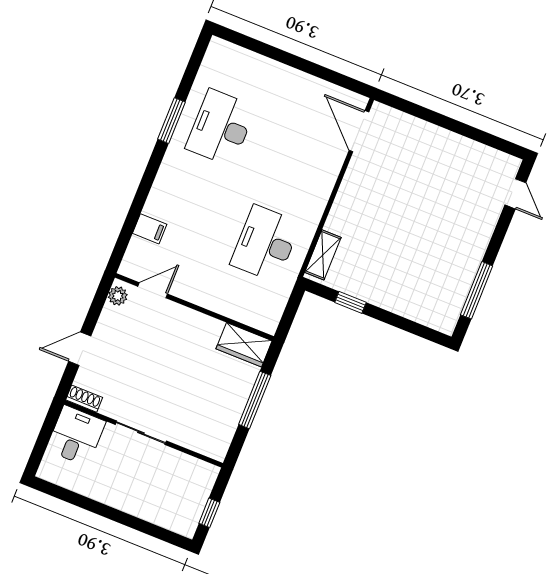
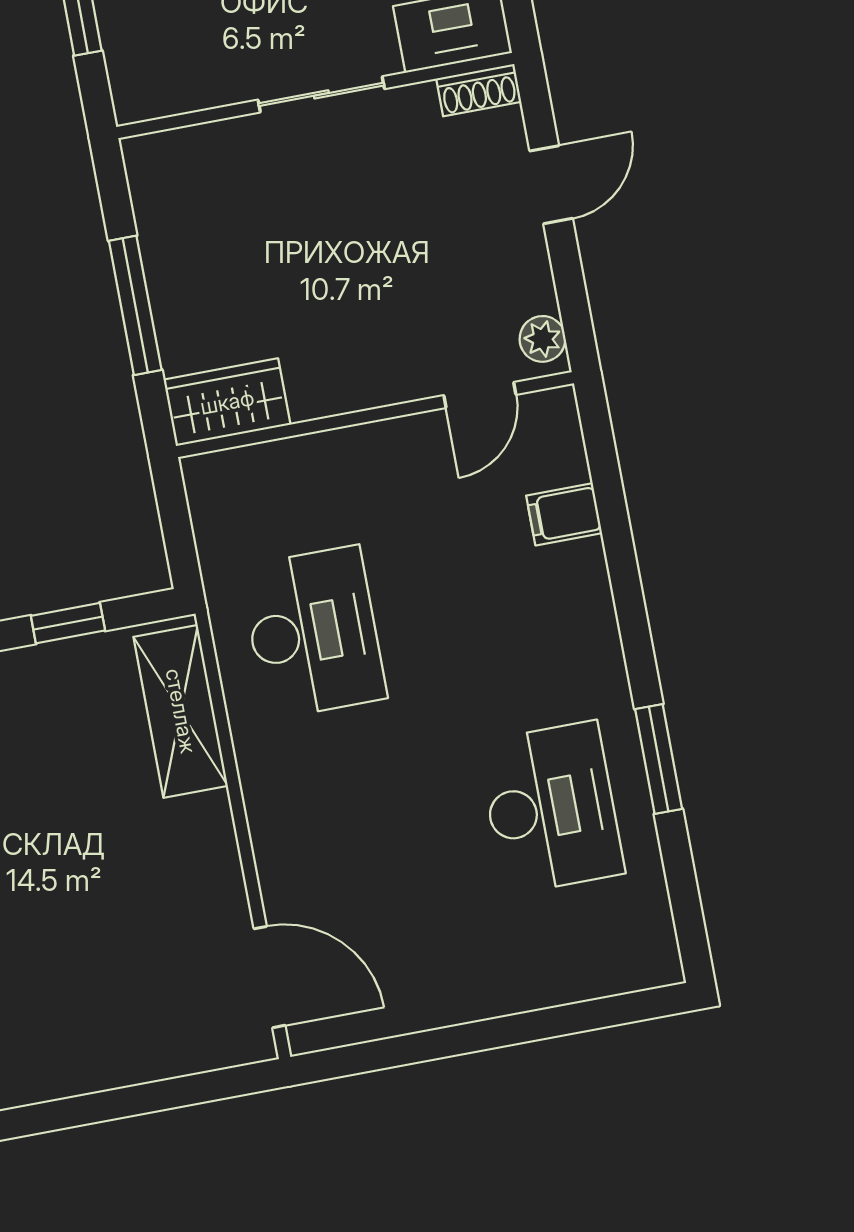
shelving: (323, 255) -> (181, 711), width x1.50, depth x1.33

